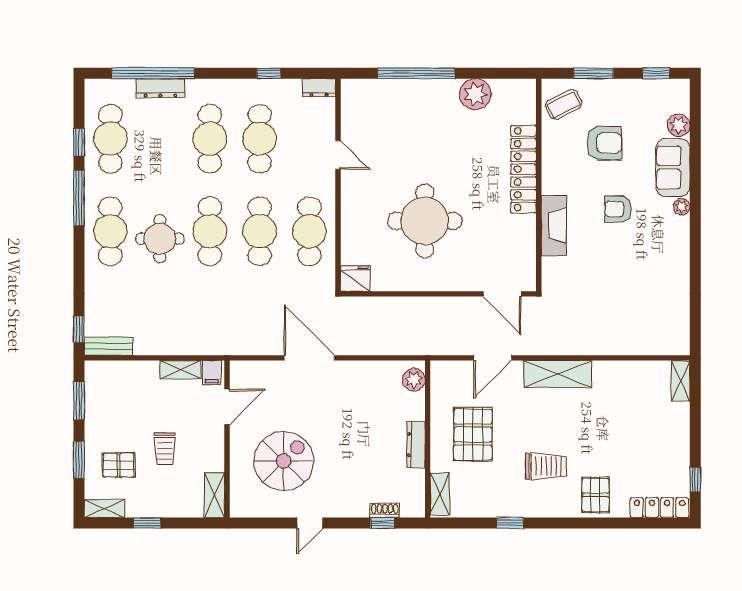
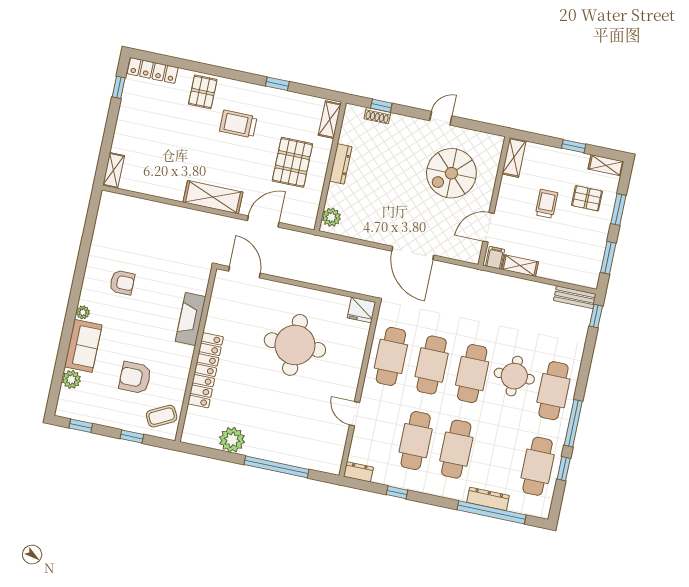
window: (594, 73) -> (132, 436), width x0.67
armchair: (618, 209) -> (122, 282), moved

